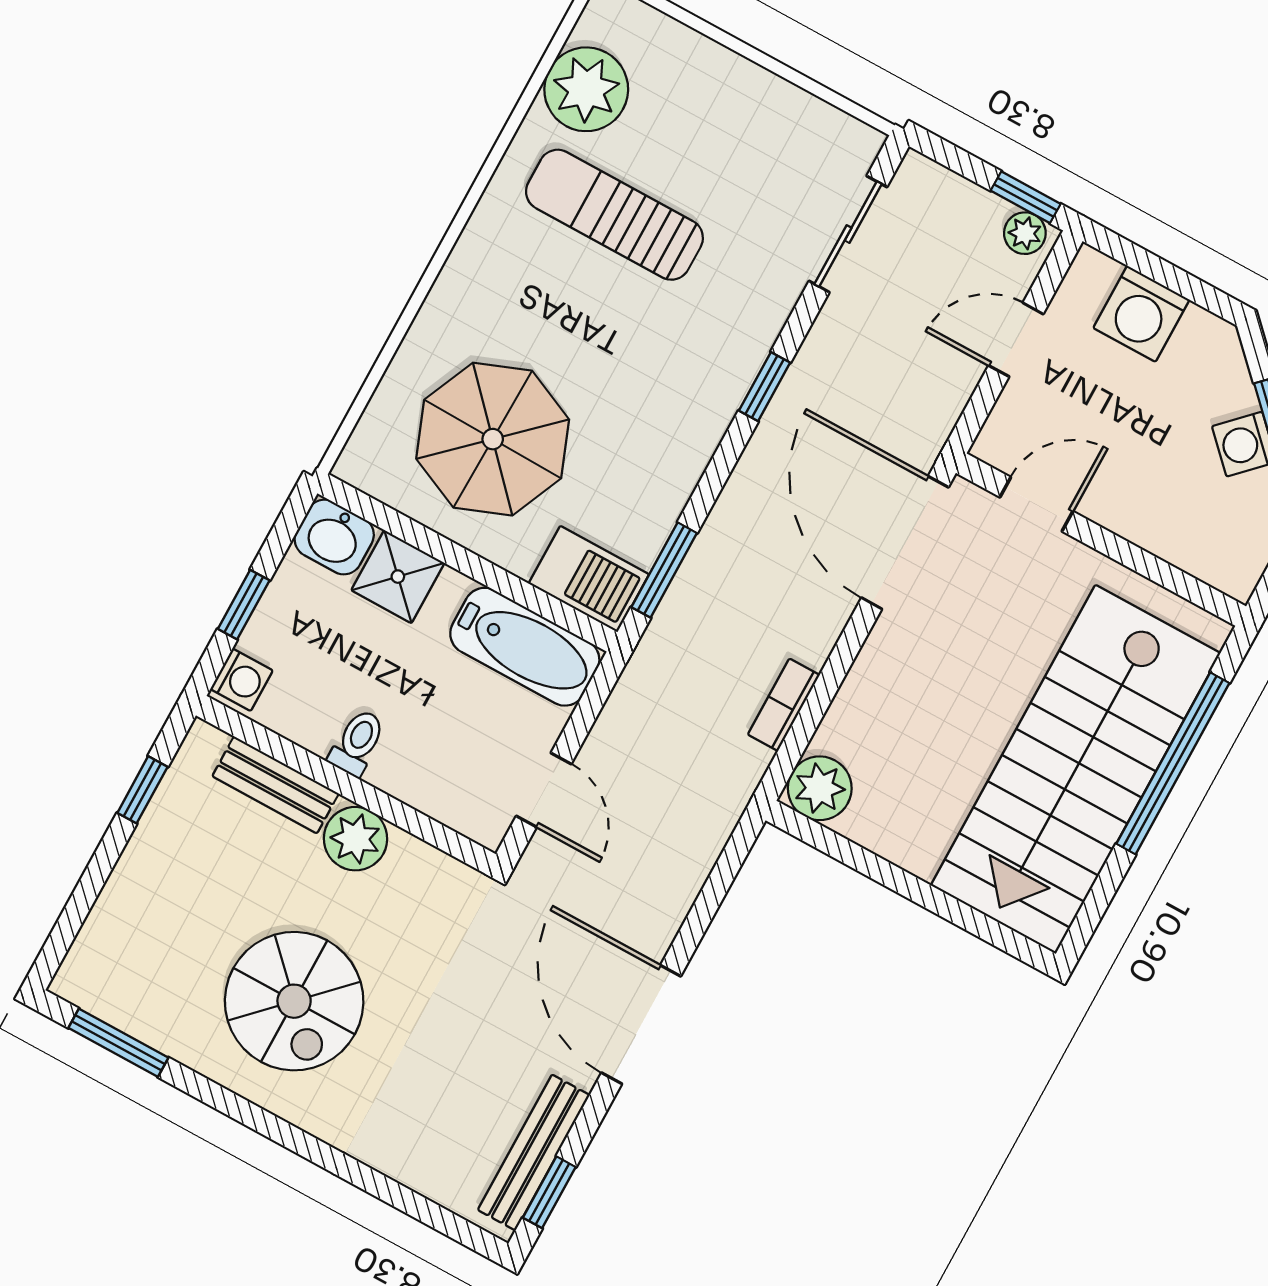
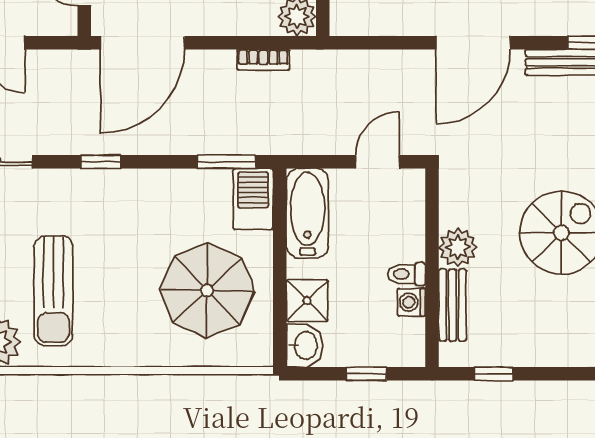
washing machine: (242, 680) -> (411, 302), moved, turned -90

